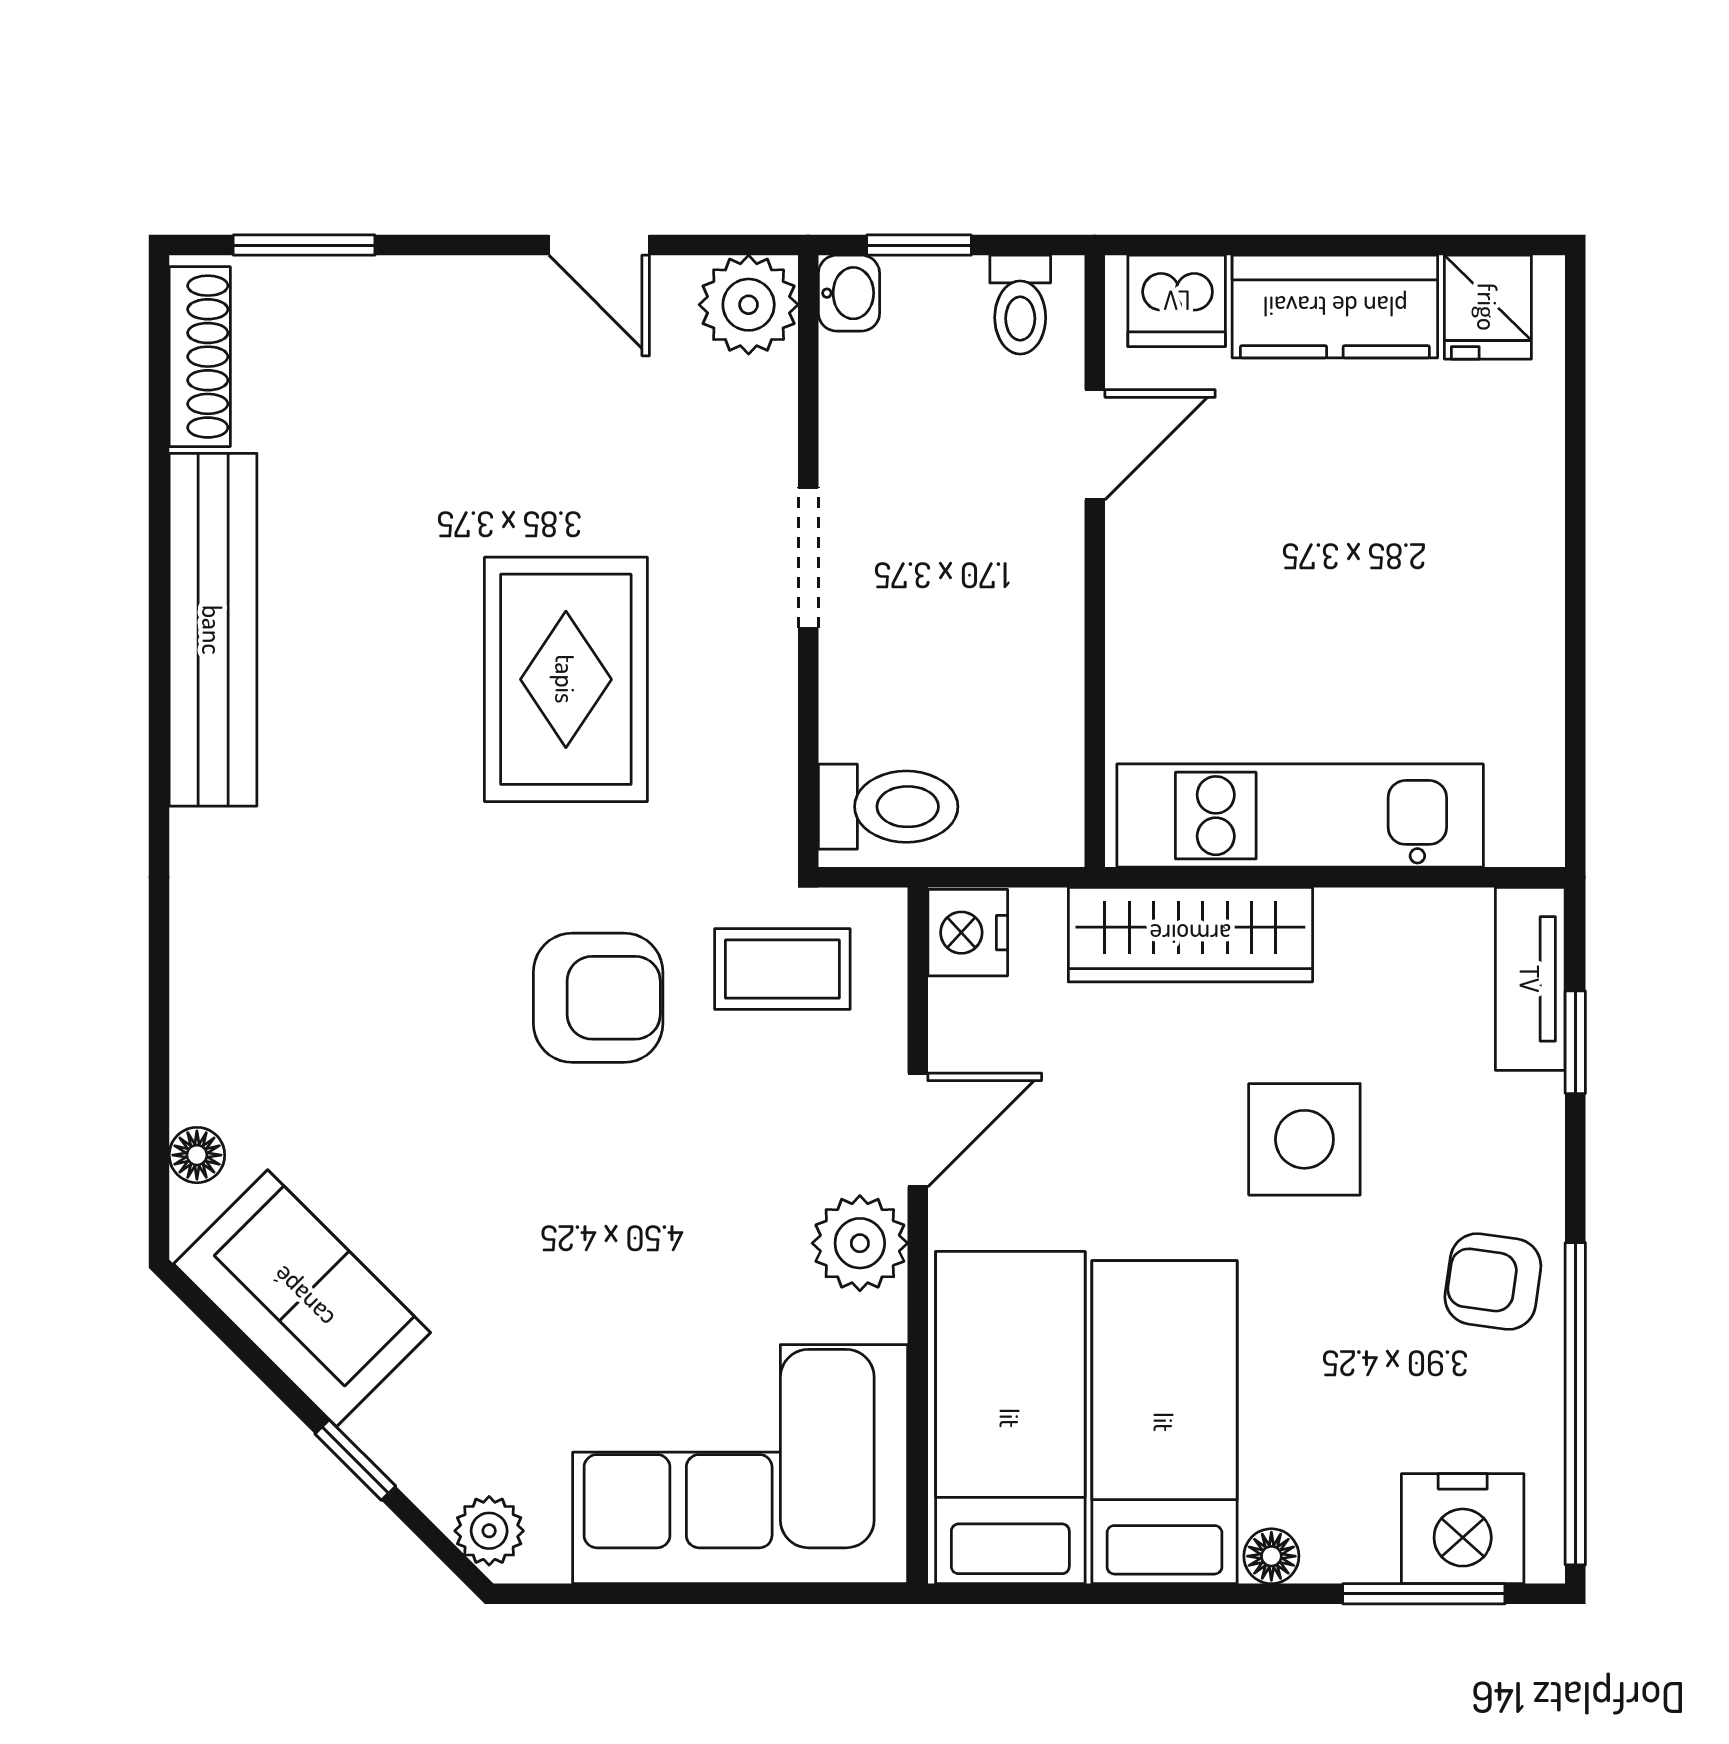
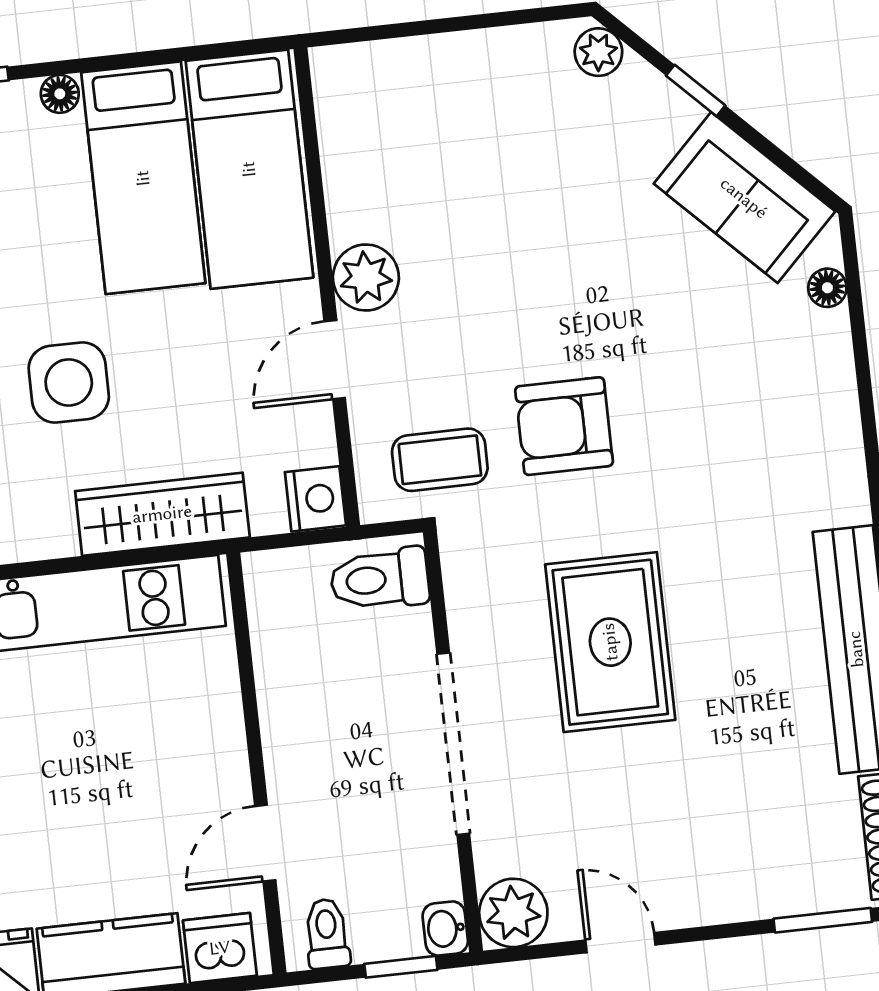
doorway: (808, 558) -> (453, 744), width x1.88
corner sofa: (740, 1464) -> (431, 117), removed

